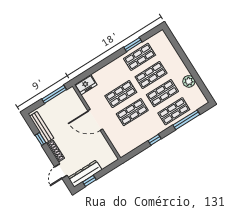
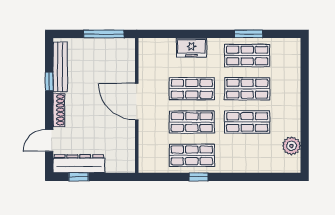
plant: (189, 81) -> (291, 146), moved
freezer: (86, 85) -> (191, 48), moved
shop shelf: (174, 111) -> (192, 155), moved
window: (186, 120) -> (257, 177), removed

